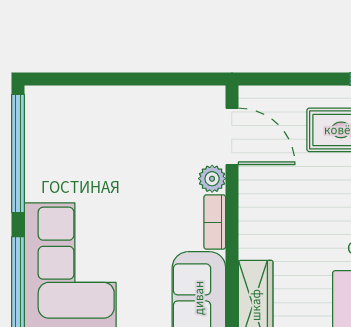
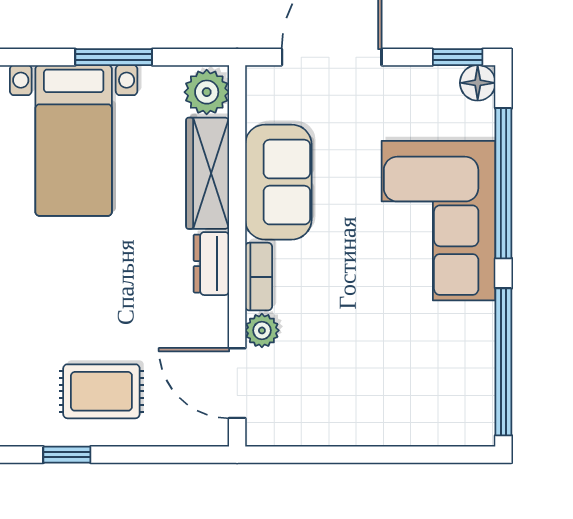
dresser: (253, 232) -> (211, 264), added

